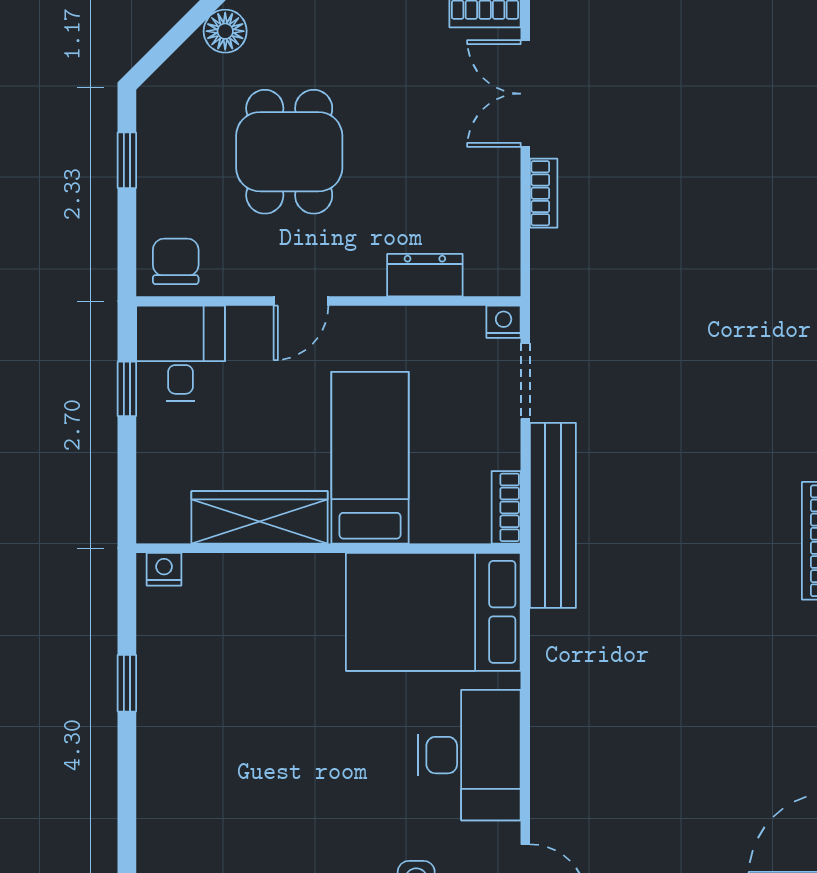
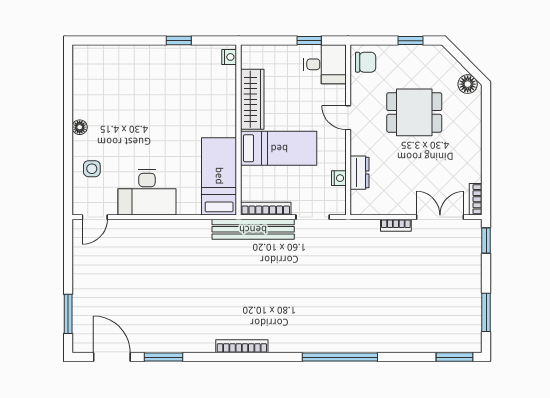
nightstand: (504, 322) -> (339, 178), moved
bookcase: (506, 507) -> (266, 209), width x1.56
bed: (433, 612) -> (219, 176), width x0.67

